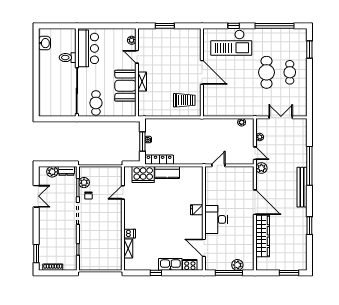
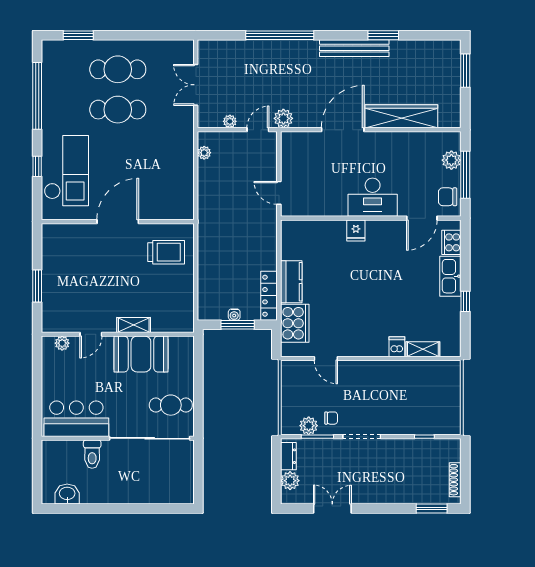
cafe table: (290, 72) -> (118, 69), width x1.37, depth x1.35
trolley: (184, 100) -> (166, 252), turned 90
bench: (302, 187) -> (354, 48), moved
chair: (216, 263) -> (448, 197), added

